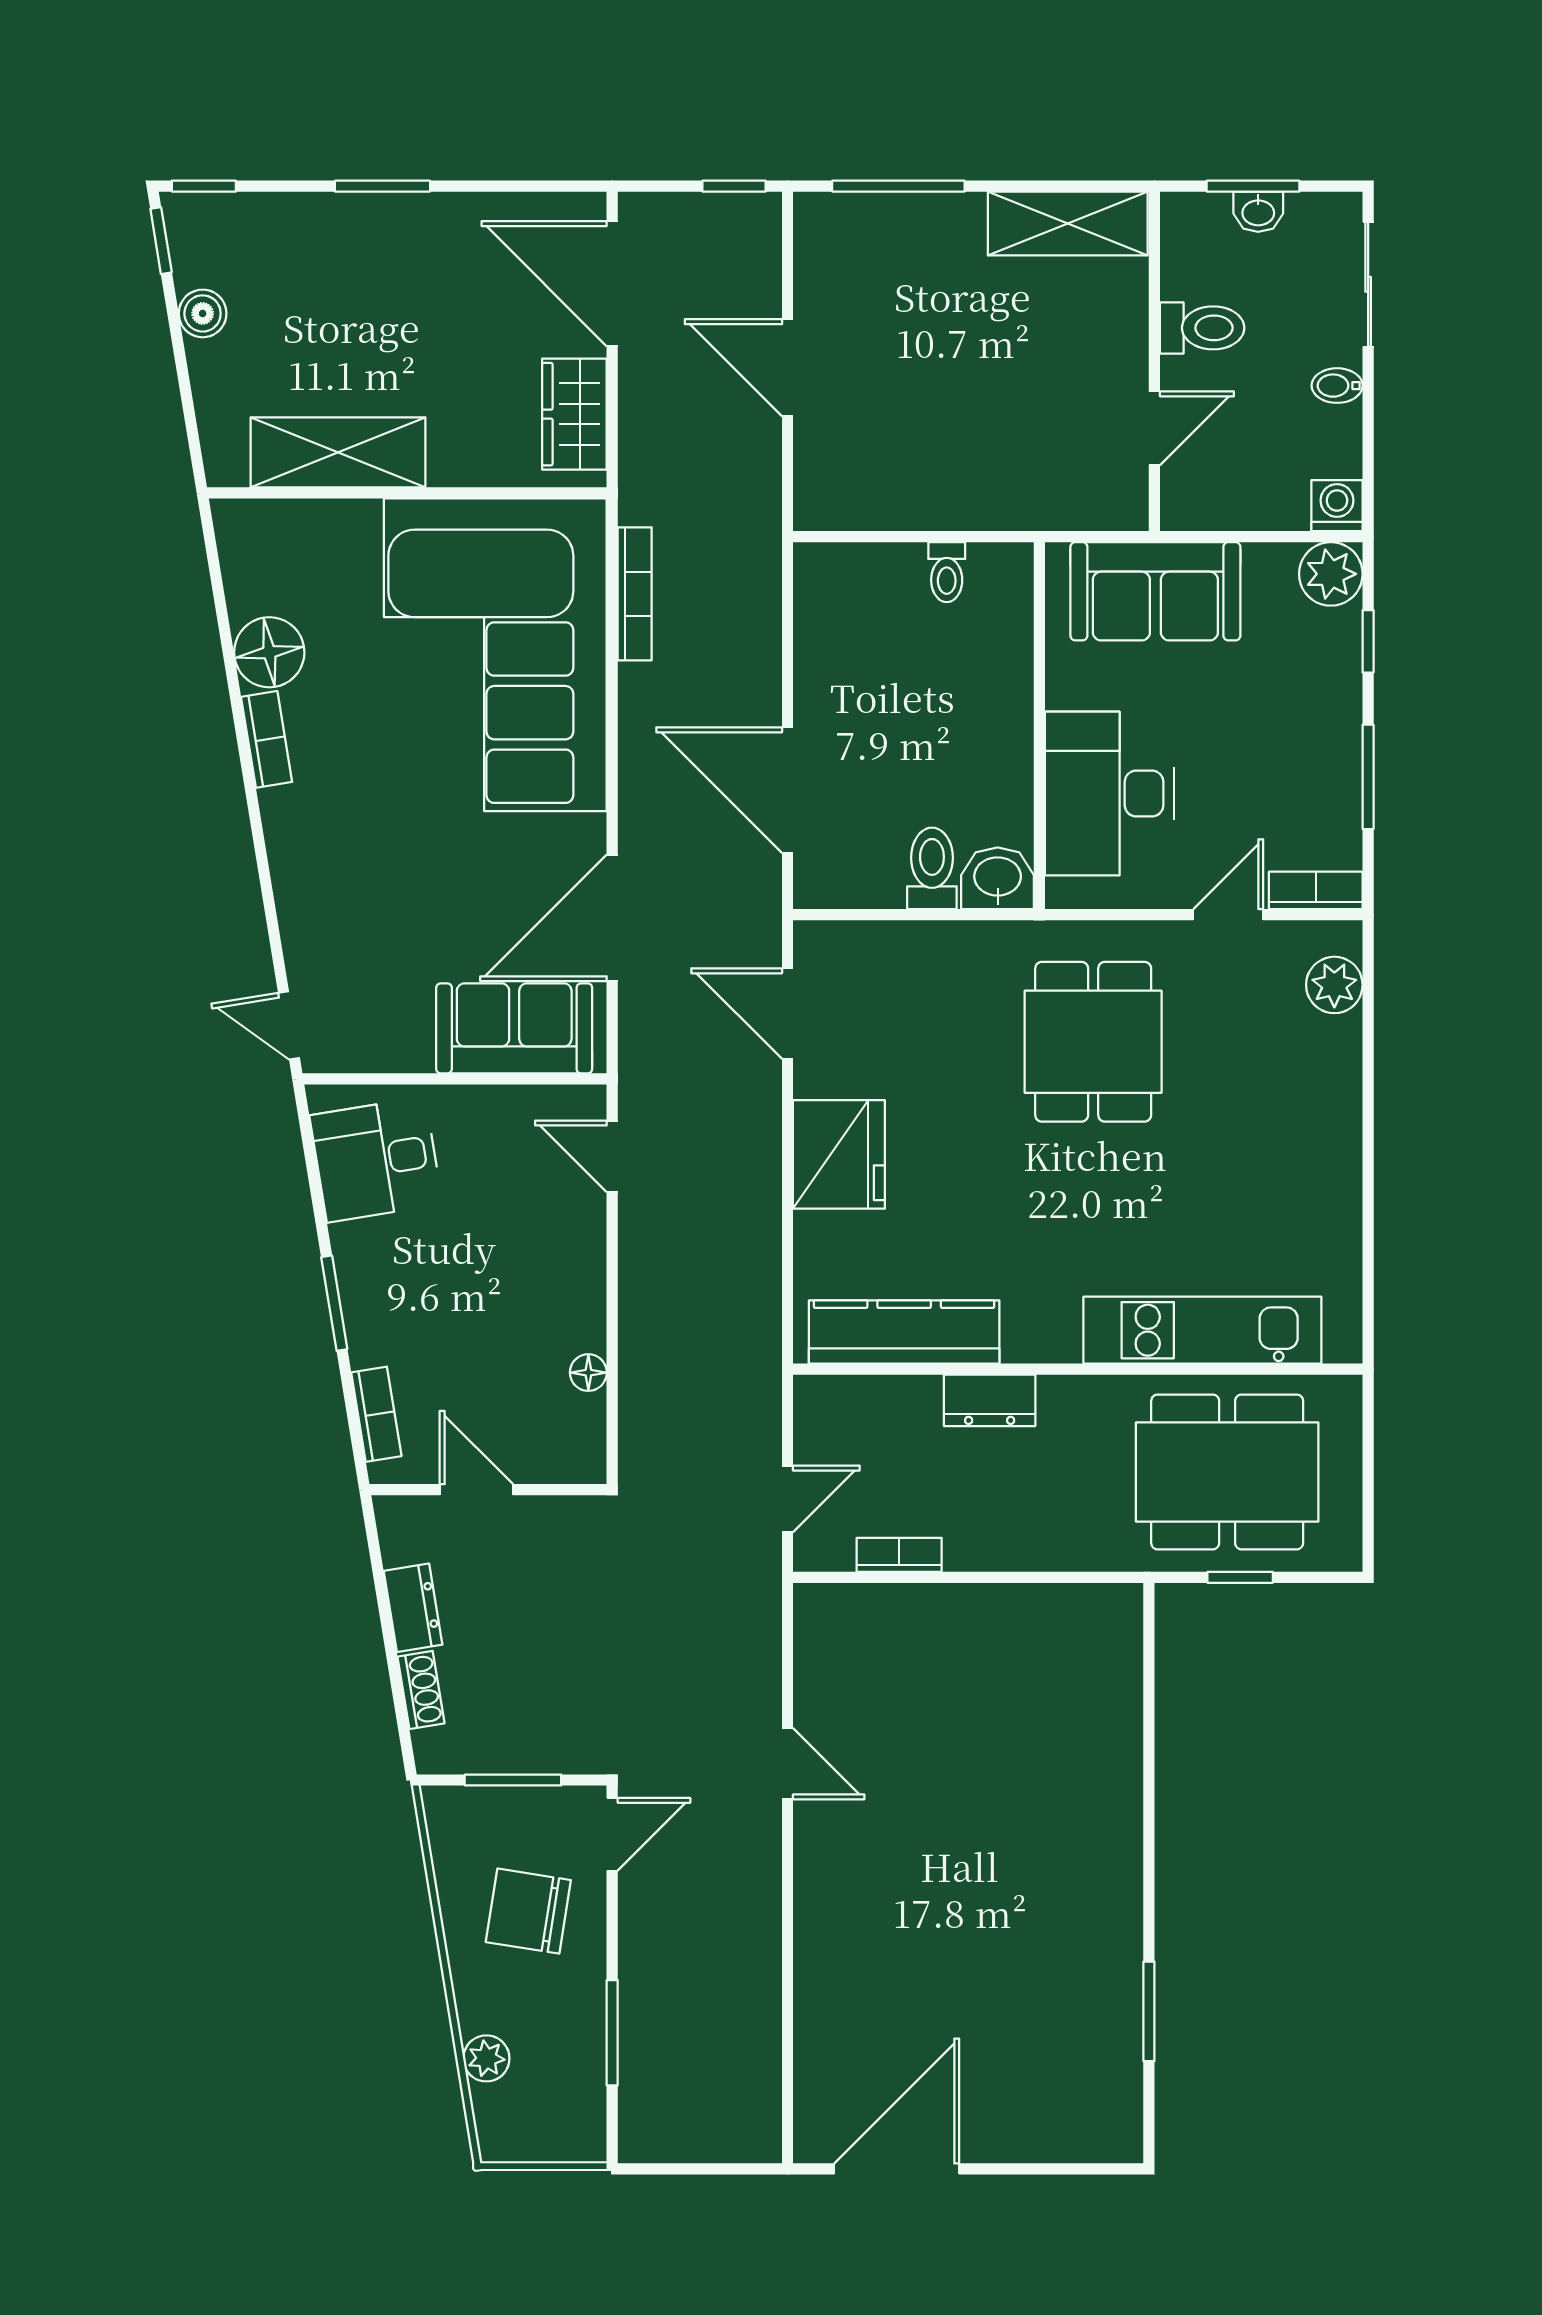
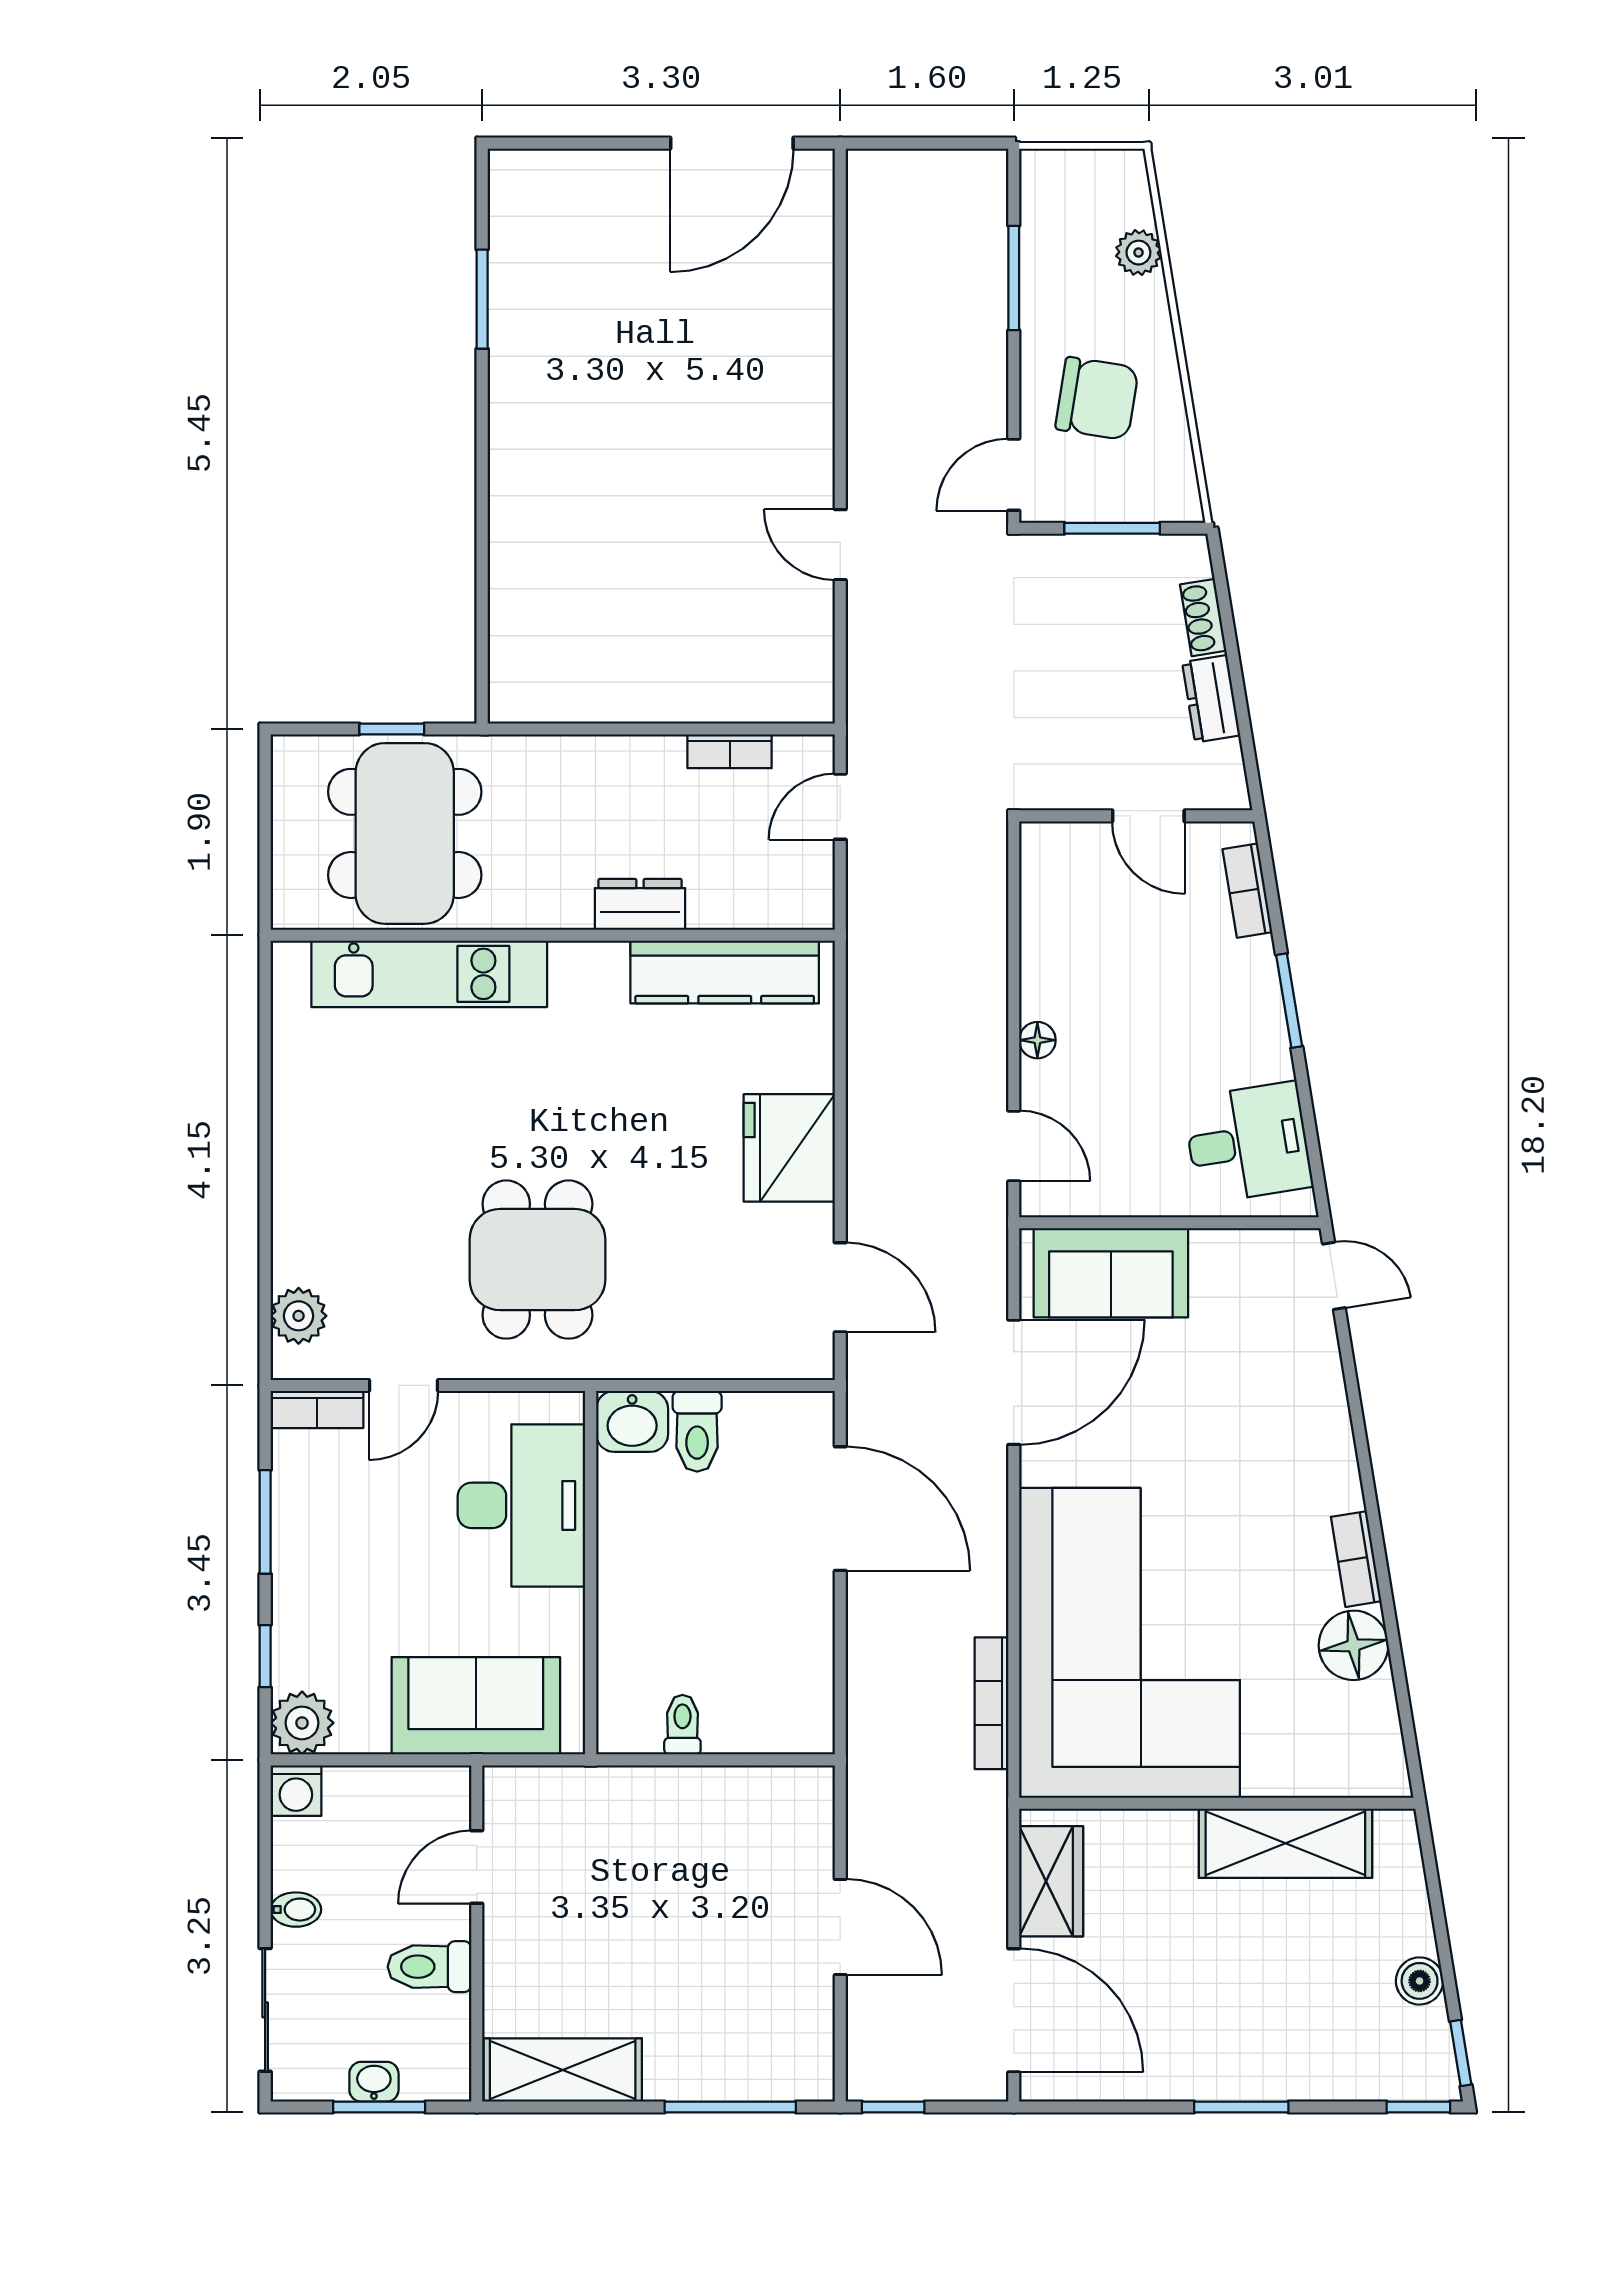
floor lamp: (588, 1373) -> (1037, 1040), moved
dining table: (1227, 1472) -> (405, 833), turned 90

